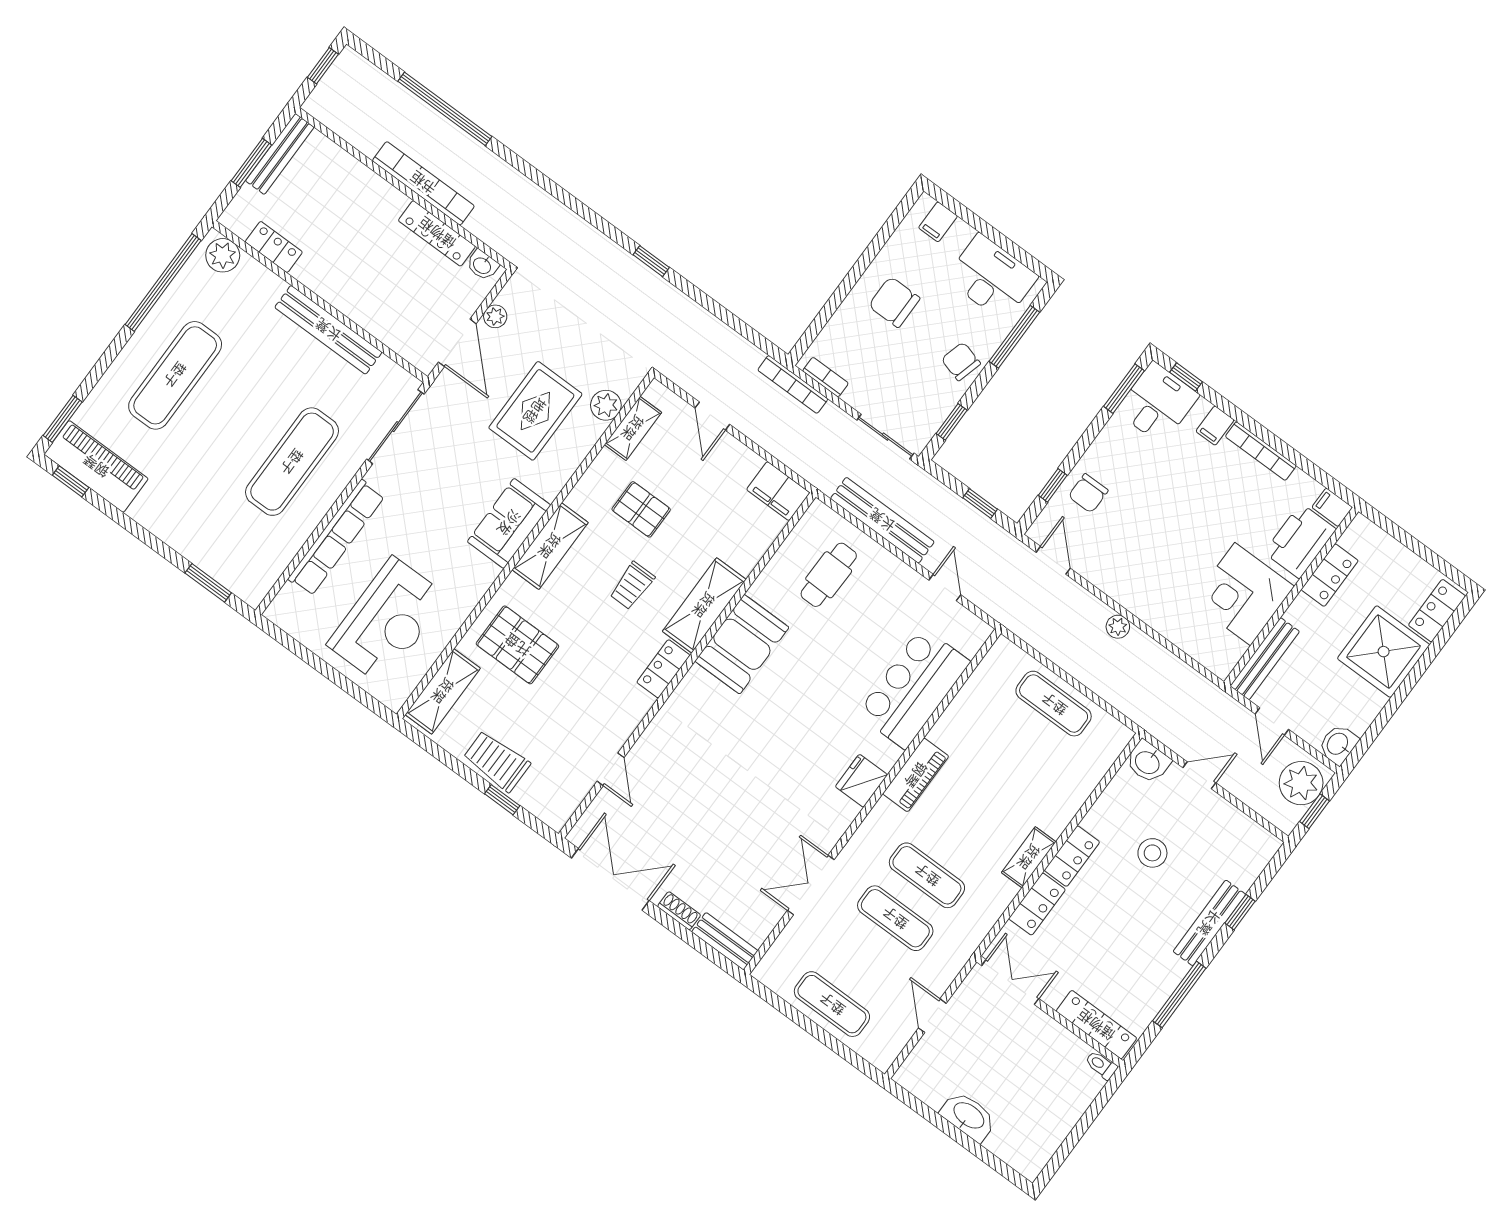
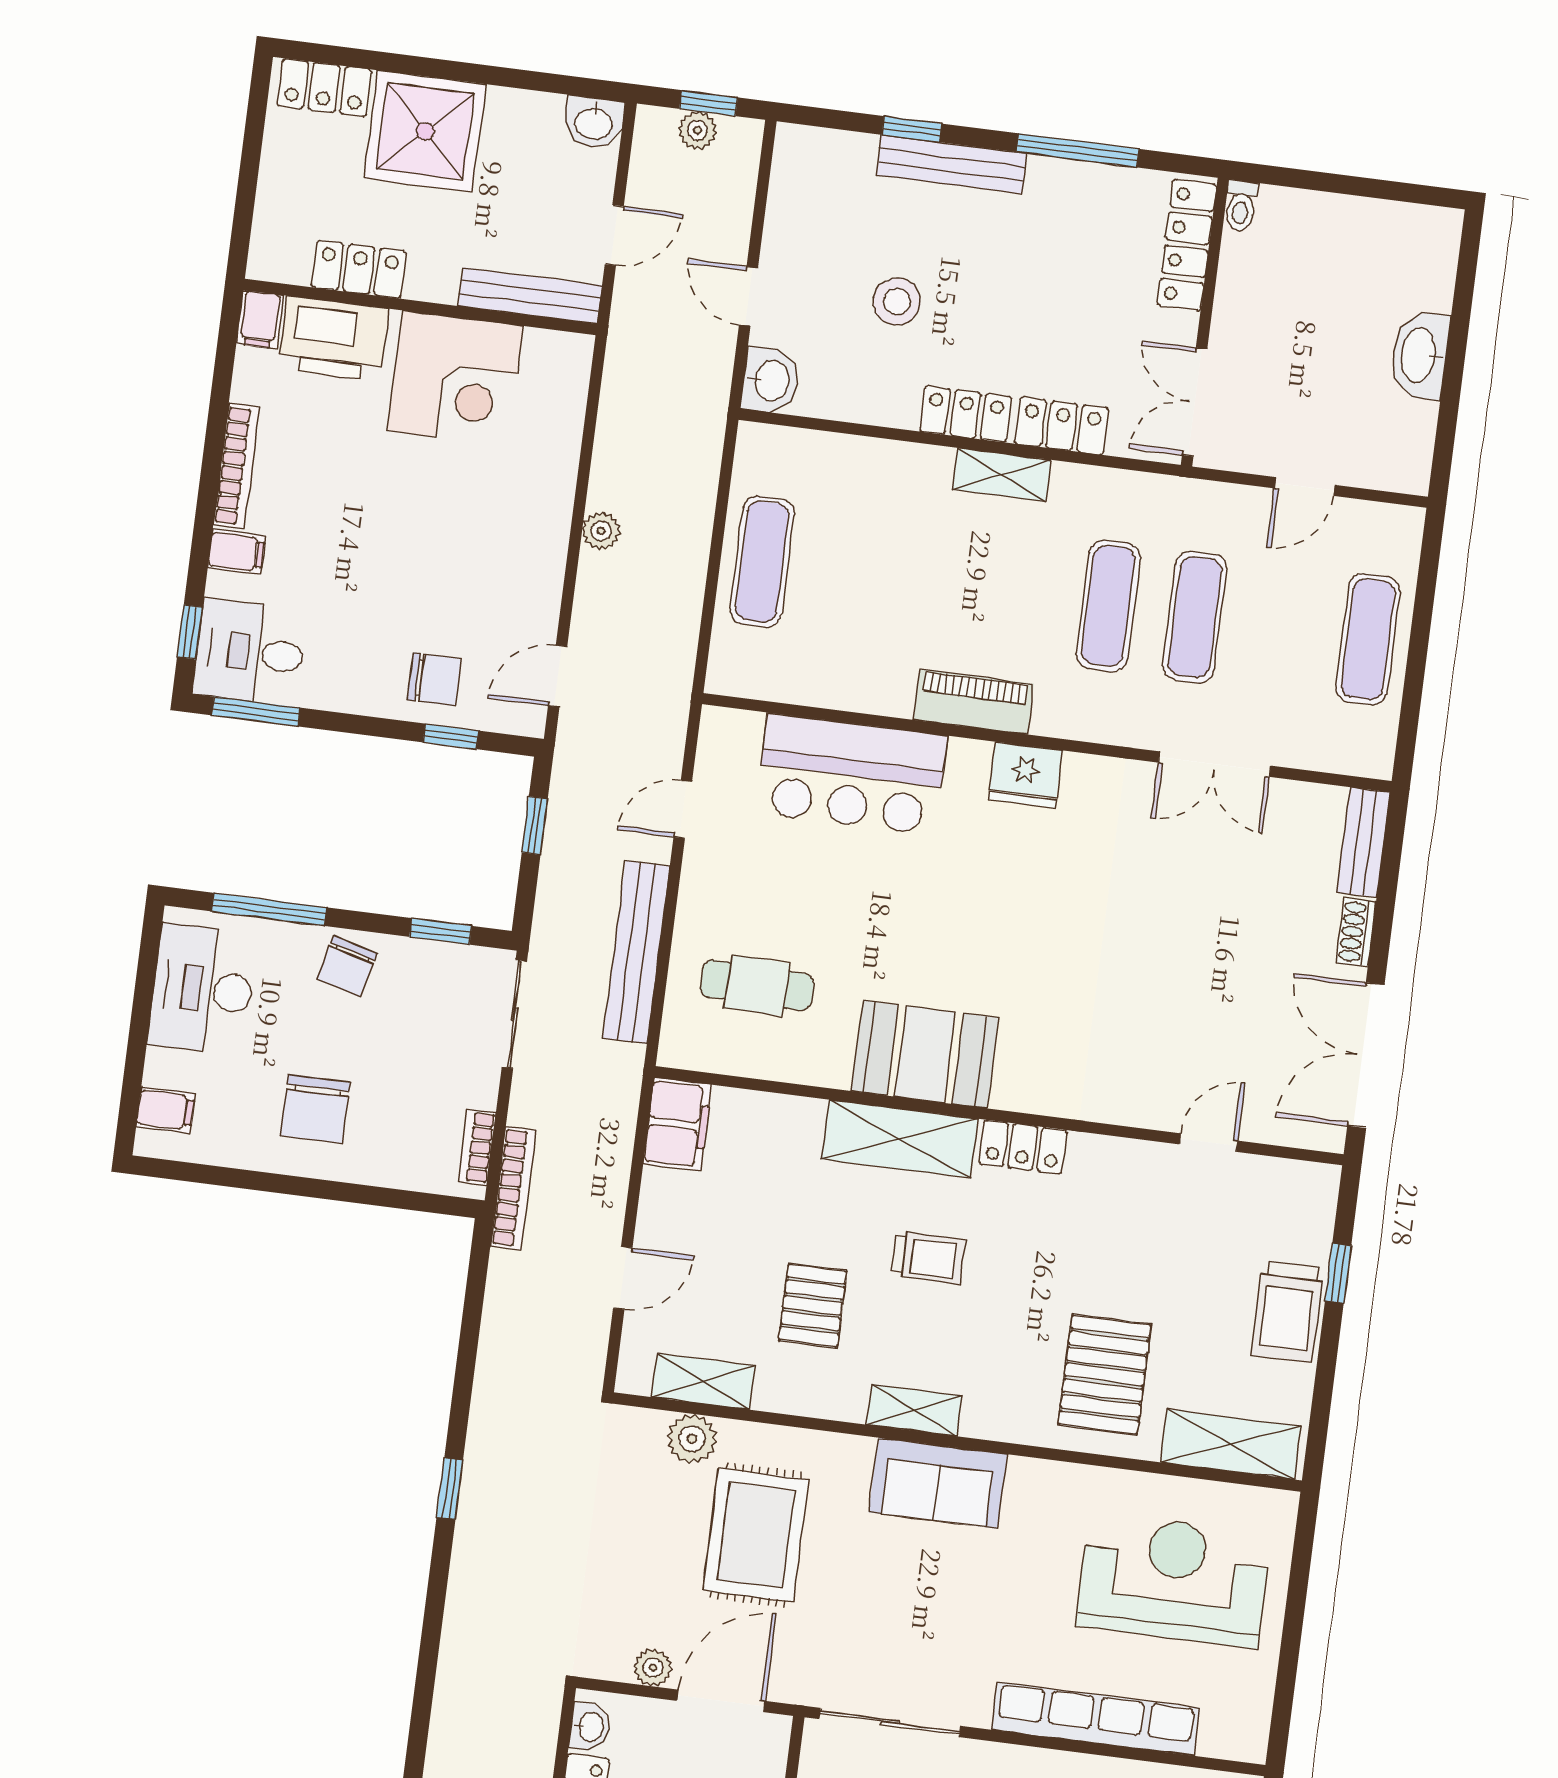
rug: (535, 411) -> (756, 1535), turned 90
shelving: (550, 546) -> (914, 1410), width x0.67, depth x0.75
plant: (1301, 783) -> (697, 130), width x0.53, depth x0.53

